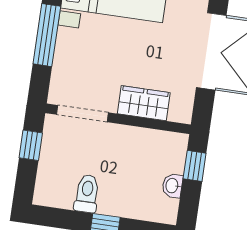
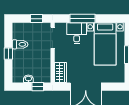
desk: (79, 54) -> (77, 33), added
wardrobe: (144, 103) -> (60, 72), moved

